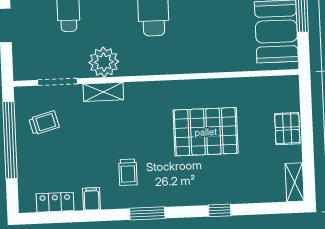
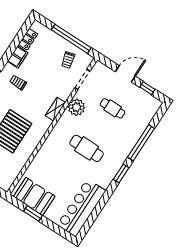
shelving: (103, 92) -> (55, 109), moved
filing cabinet: (92, 199) -> (18, 57), width x2.00

